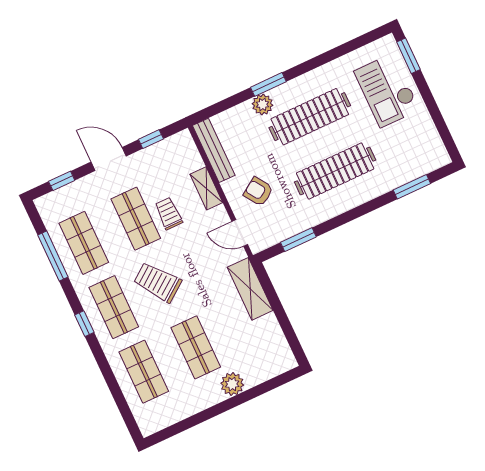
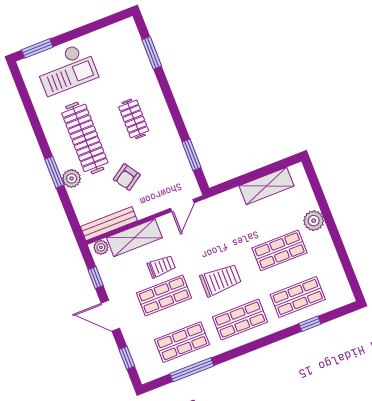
plant: (186, 143) -> (101, 247), added
door: (109, 159) -> (110, 316), hinge flipped
clothes rail: (335, 171) -> (134, 119), width x0.54, depth x0.76
shelving: (206, 188) -> (134, 238), width x1.50, depth x1.33
armchair: (258, 192) -> (127, 177), moved
trolley: (169, 214) -> (161, 266), turned 180
trolley: (158, 282) -> (221, 280), turned -143
shelving: (250, 289) -> (267, 186), moved
window: (84, 324) -> (310, 324), moved

